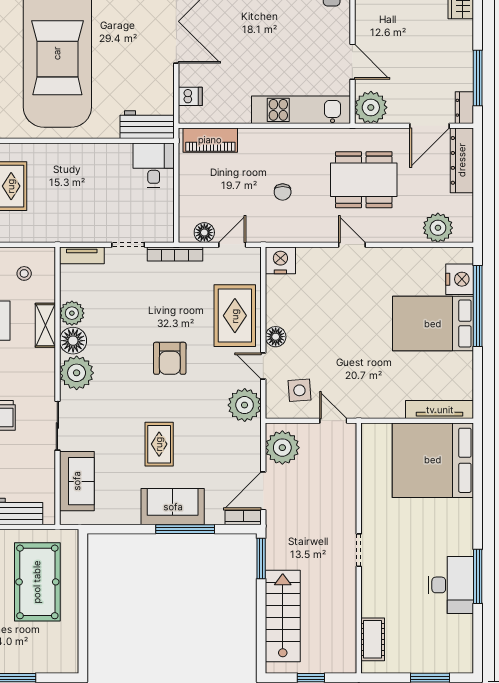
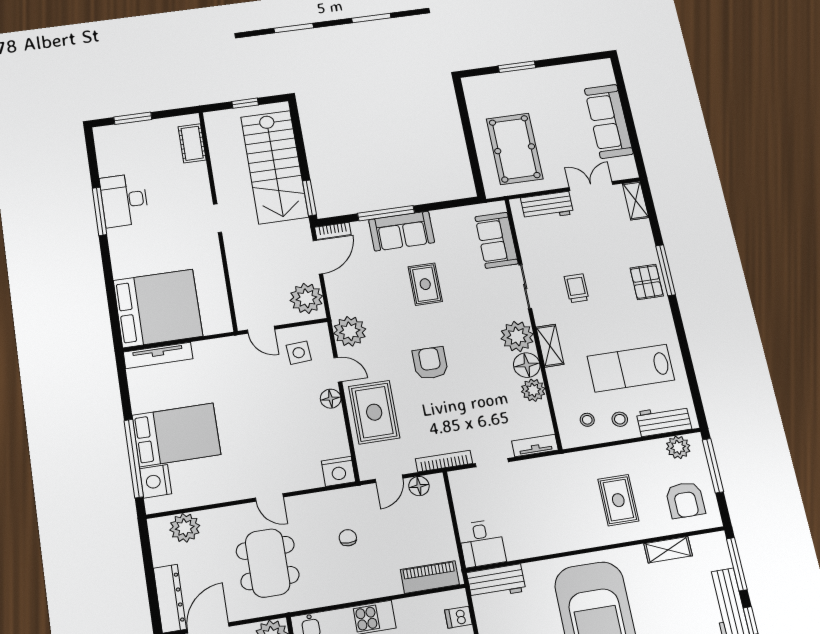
dining table: (364, 180) -> (268, 563), turned 90
shelving: (45, 325) -> (550, 346), moved
stairs: (283, 616) -> (275, 167), width x1.36, depth x1.51

